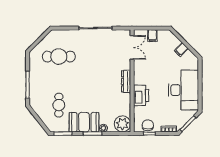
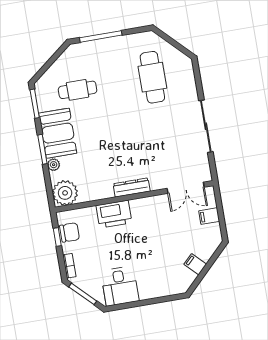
desk: (184, 90) -> (120, 286), width x0.53, depth x0.77

